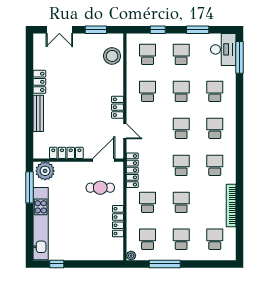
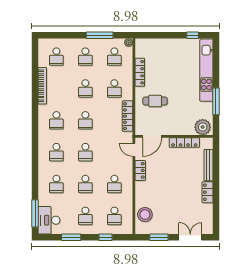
locker: (66, 153) -> (184, 142), moved
wall: (78, 160) -> (174, 136), moved
door: (104, 160) -> (152, 136), moved
plant: (45, 171) -> (203, 127), moved

